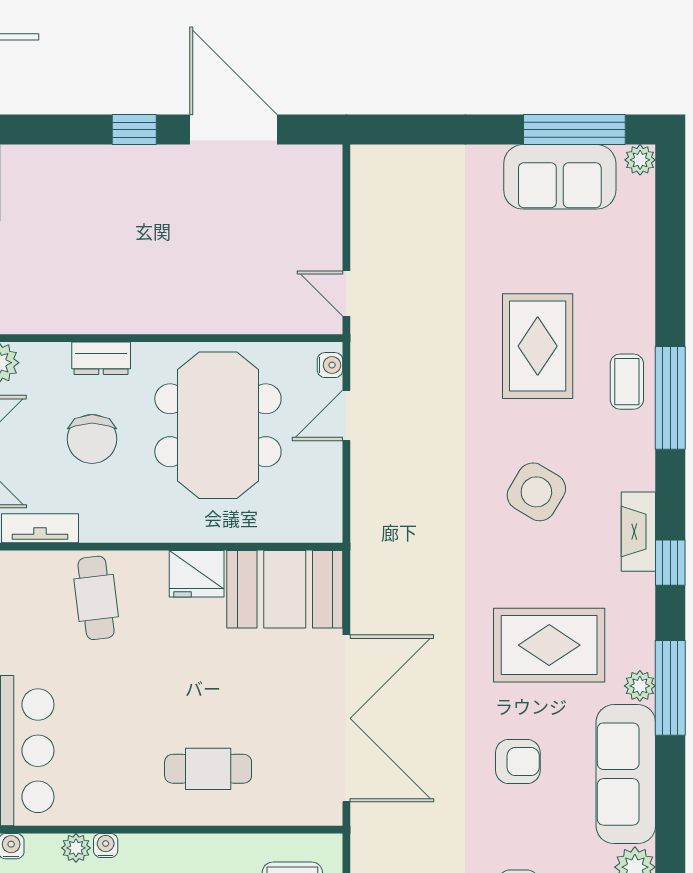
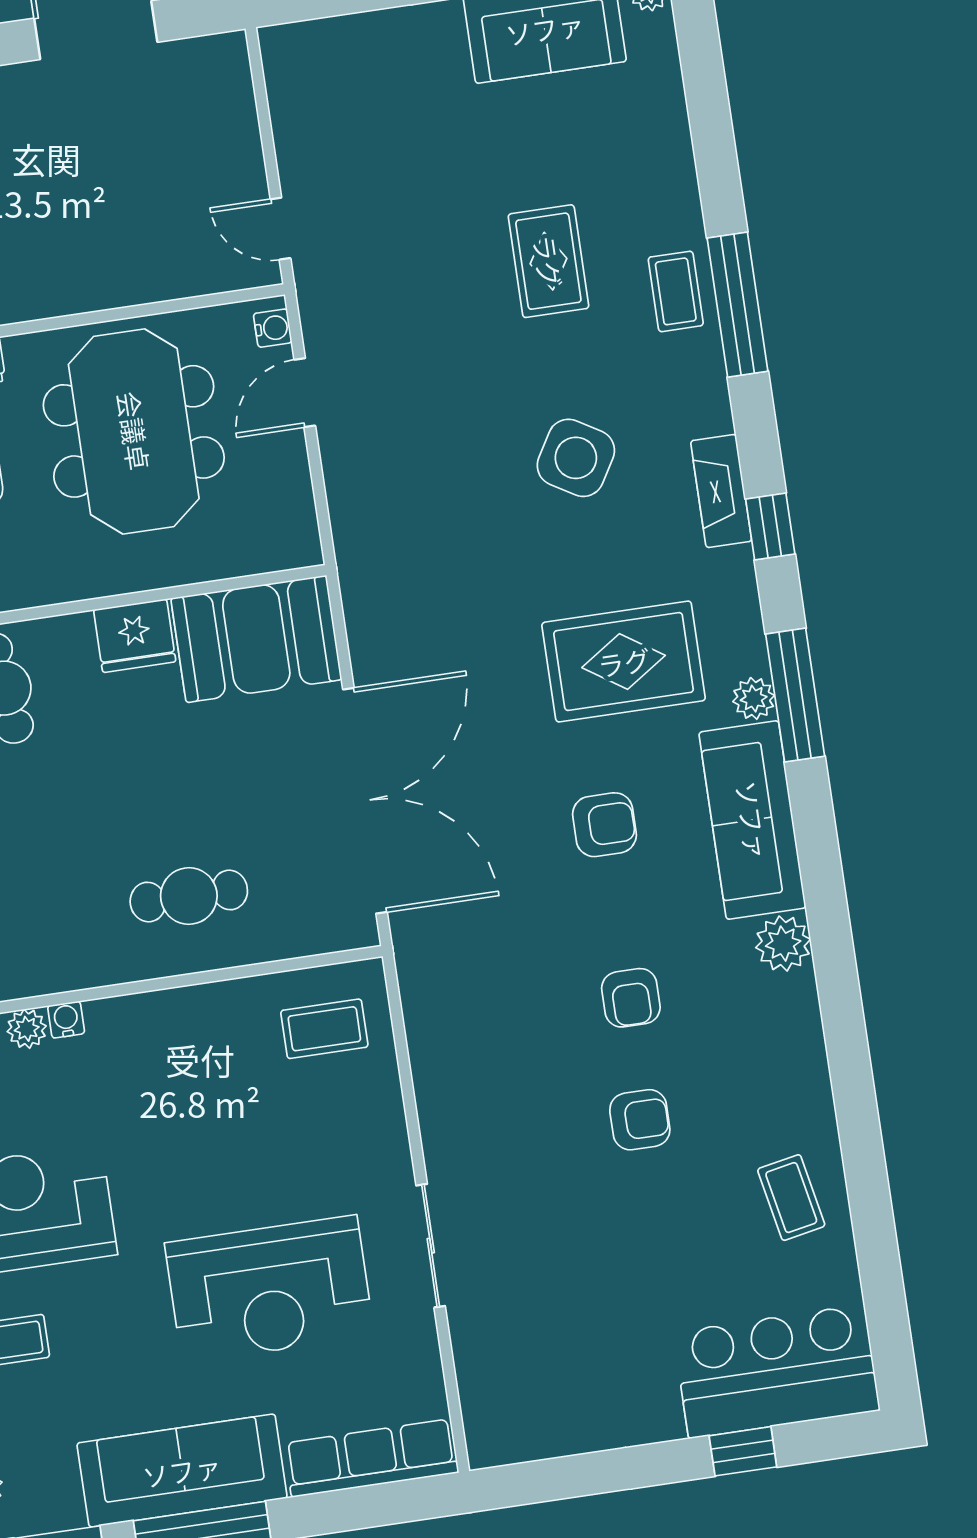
rug: (538, 346) -> (548, 261), width x0.73, depth x0.70

